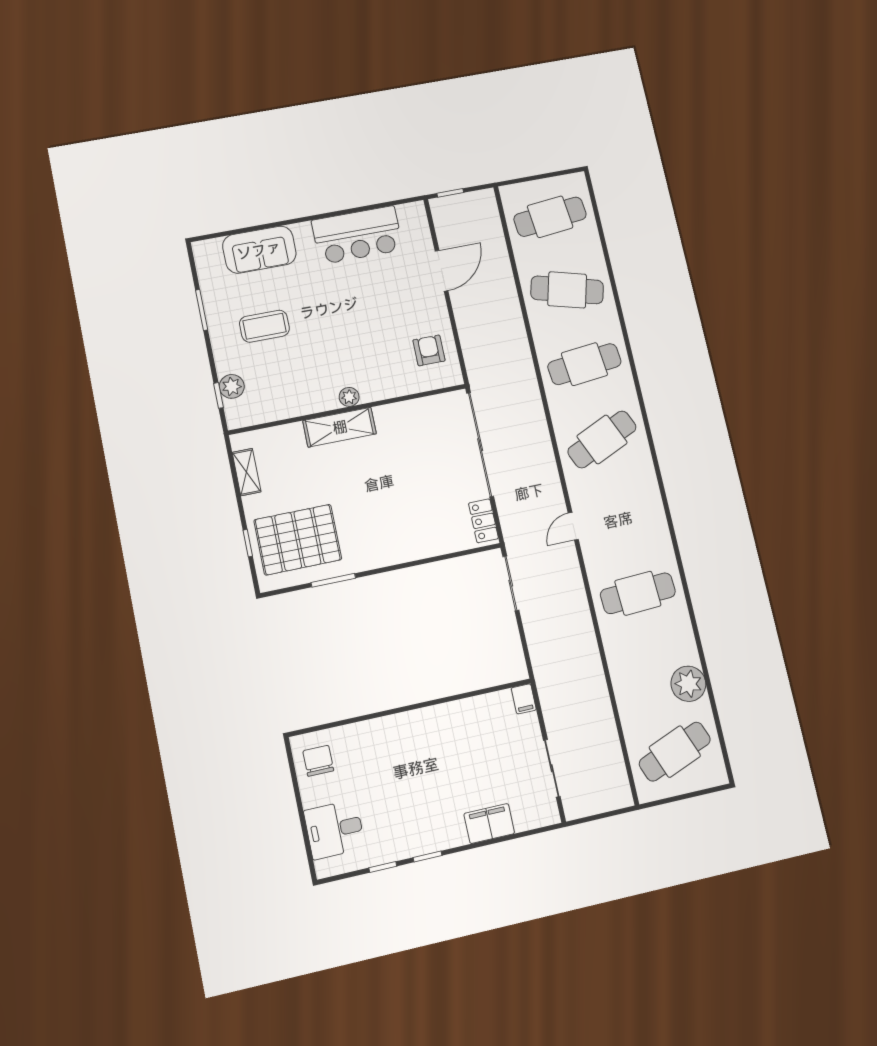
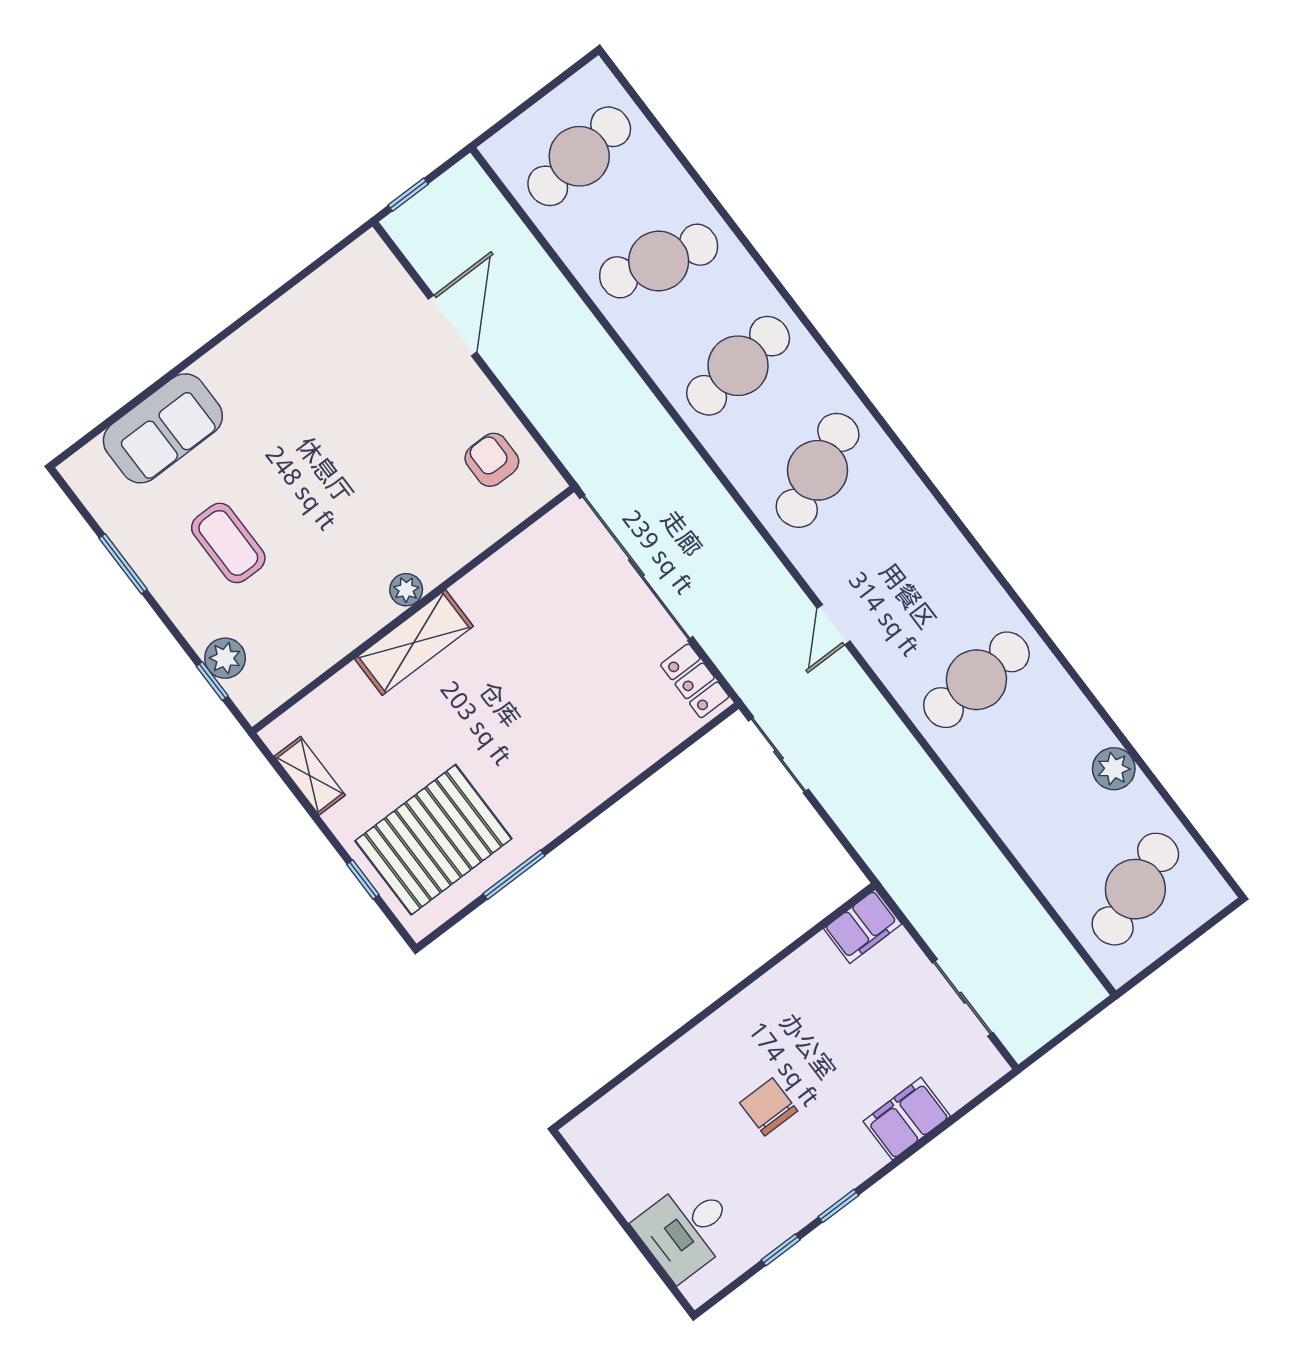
bar counter: (357, 235) -> (299, 332), removed
coffee table: (264, 326) -> (228, 543), turned 90
plant: (688, 684) -> (1114, 769), width x0.73, depth x0.73
filing cabinet: (524, 699) -> (863, 926), width x2.00
chair: (318, 761) -> (769, 1107), moved

